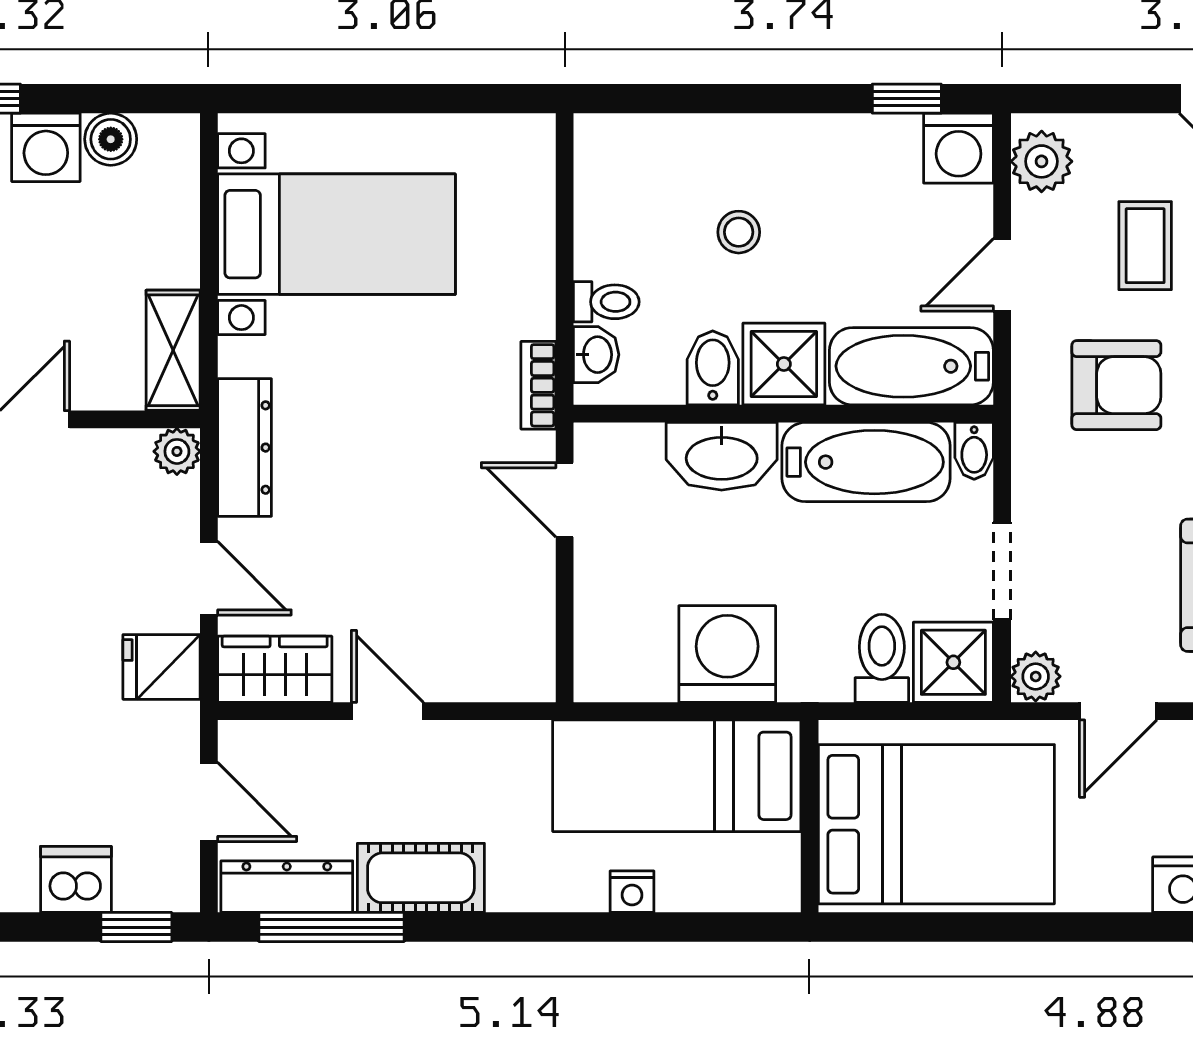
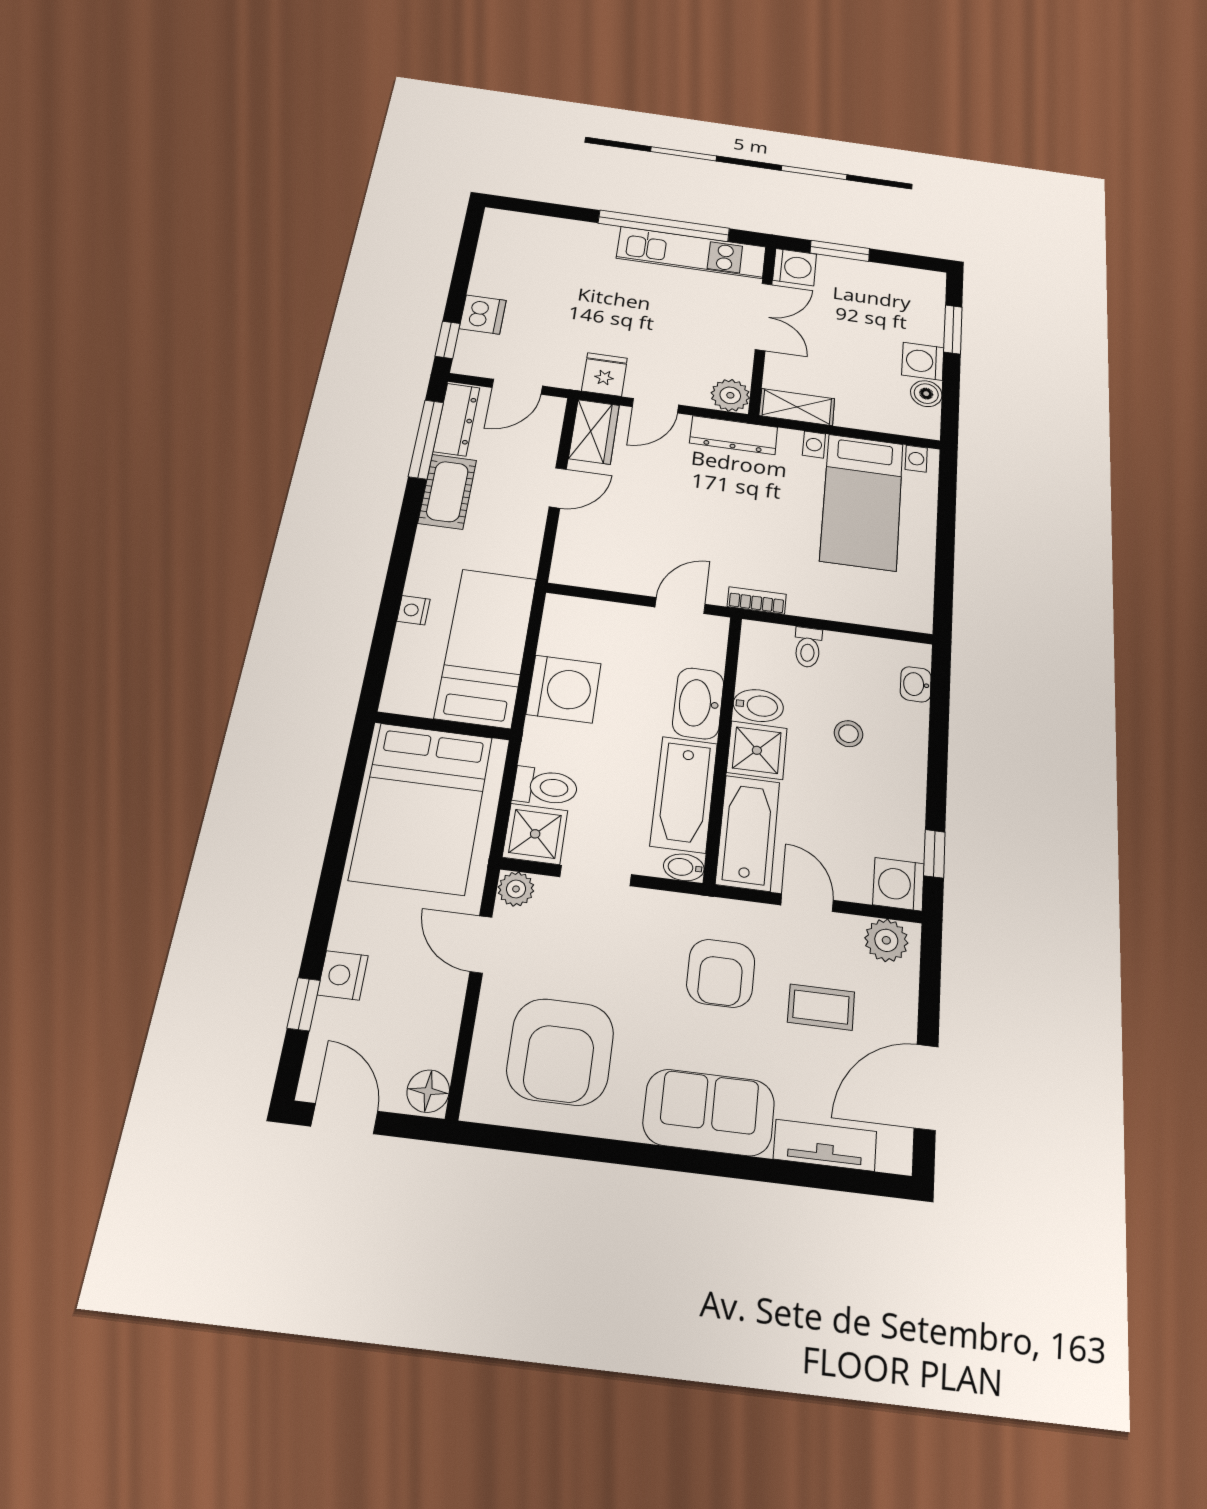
washbasin: (596, 355) -> (916, 684), moved, turned 90
plant: (177, 451) -> (730, 395), width x1.38, depth x1.38

